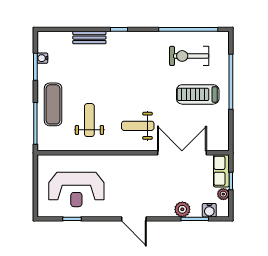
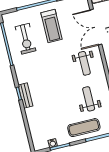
bench: (89, 38) -> (25, 96), moved
weight bench: (89, 120) -> (89, 99), turned 90

